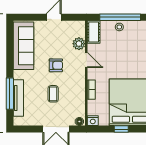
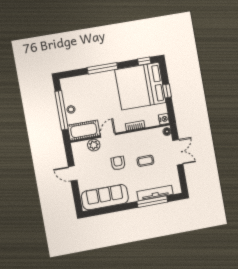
cot: (94, 32) -> (84, 130), width x1.37, depth x1.34

